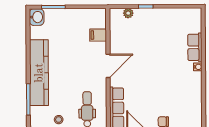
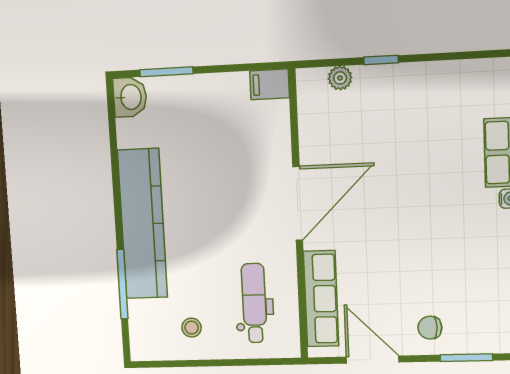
filing cabinet: (98, 35) -> (270, 84), moved
door: (108, 66) -> (298, 203), width x1.36

